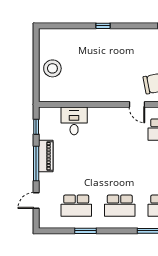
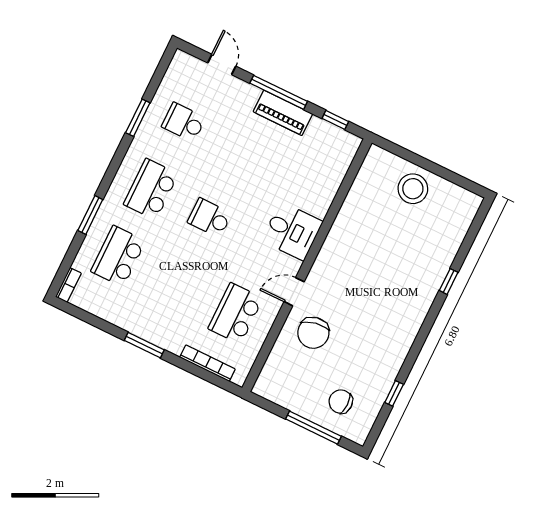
window: (103, 26) -> (449, 281), moved
desk: (74, 121) -> (292, 231), moved
school desk: (120, 168) -> (210, 218), added
school desk: (76, 206) -> (184, 122), width x0.54

